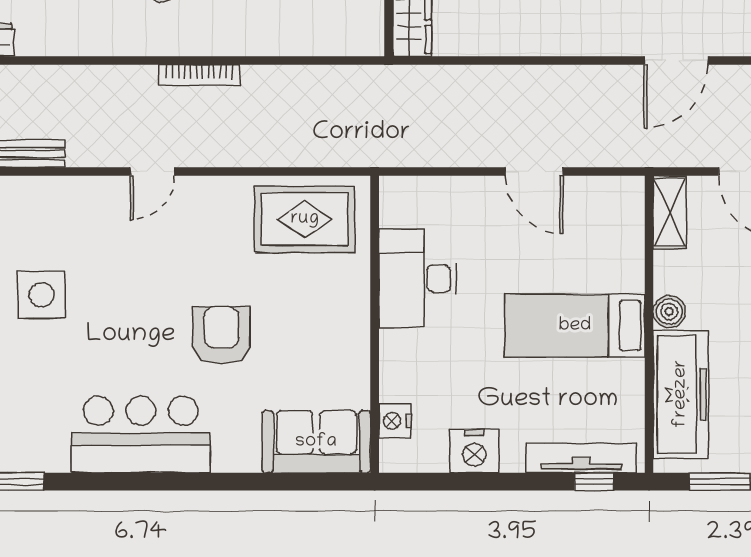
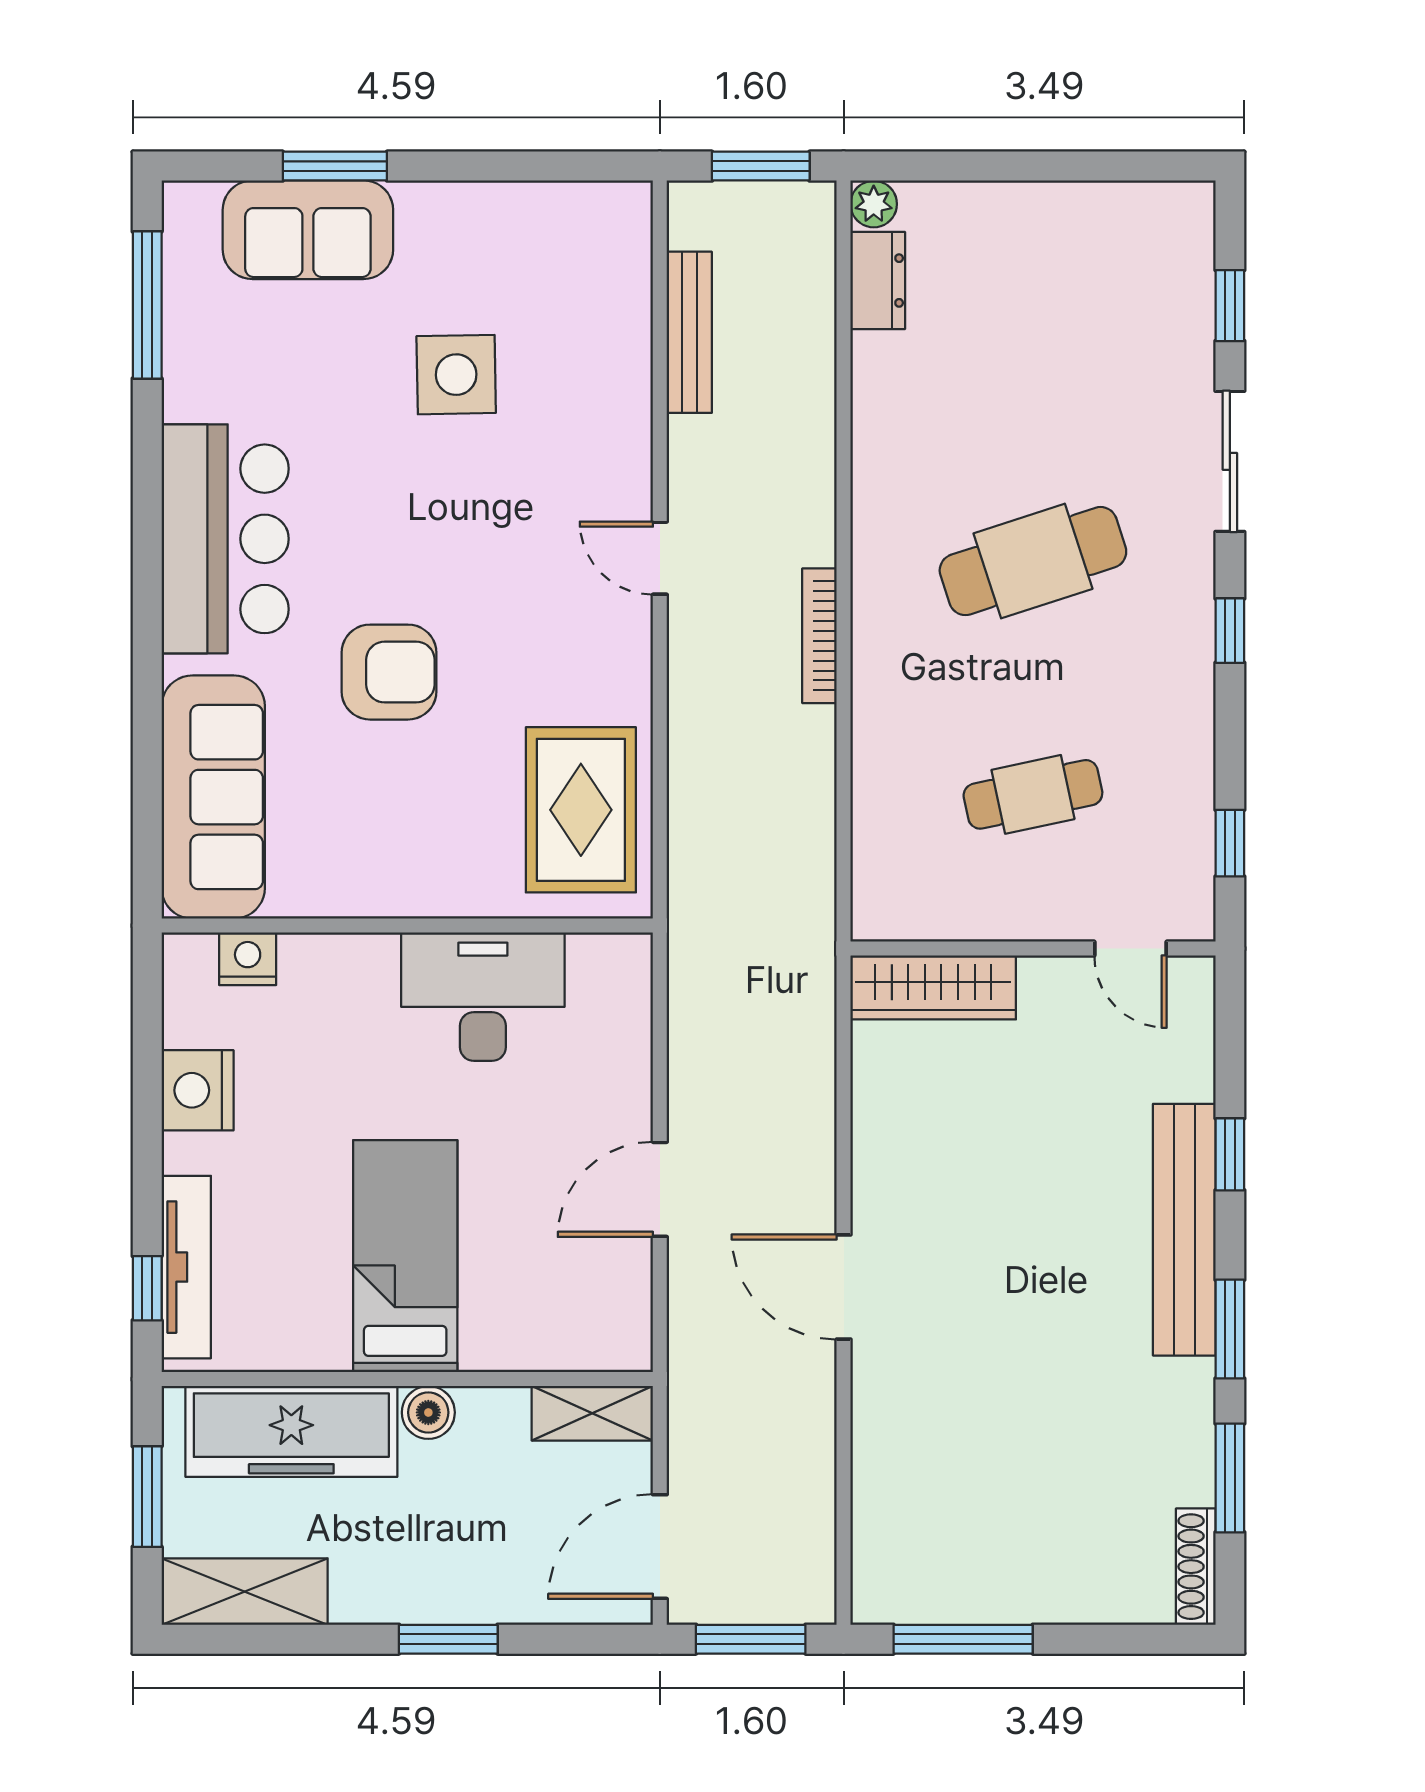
door: (676, 60) -> (844, 1287), moved
sofa: (316, 442) -> (213, 797), width x1.36

